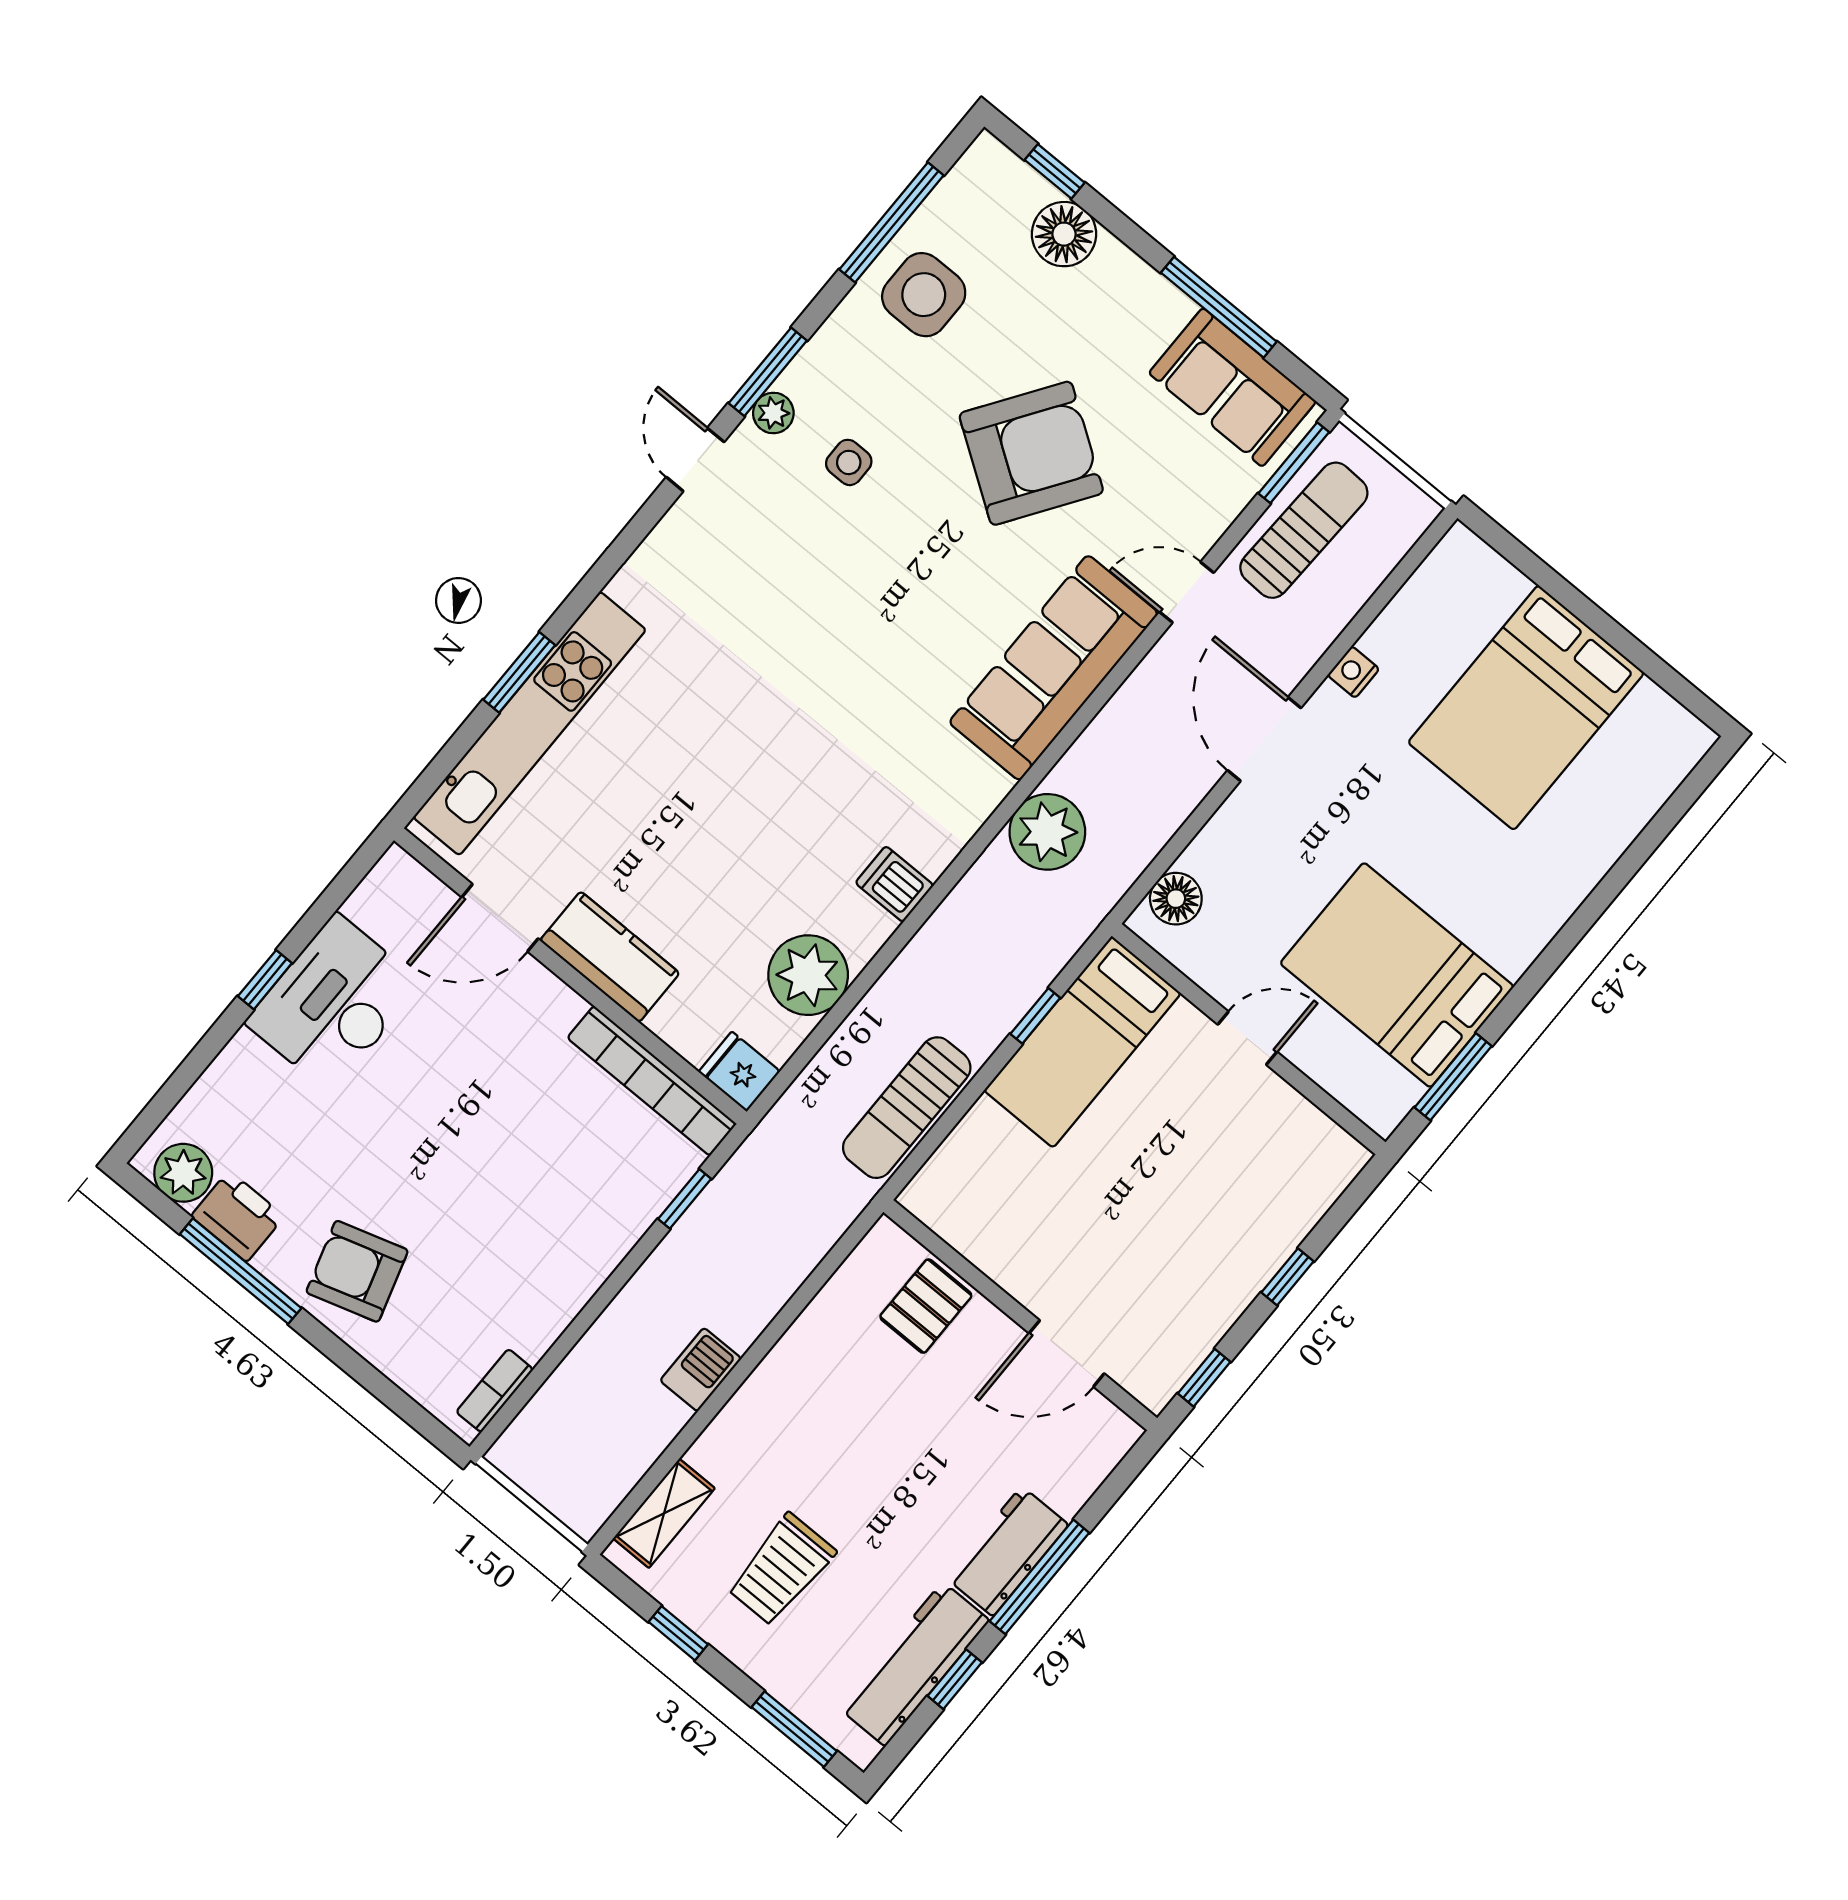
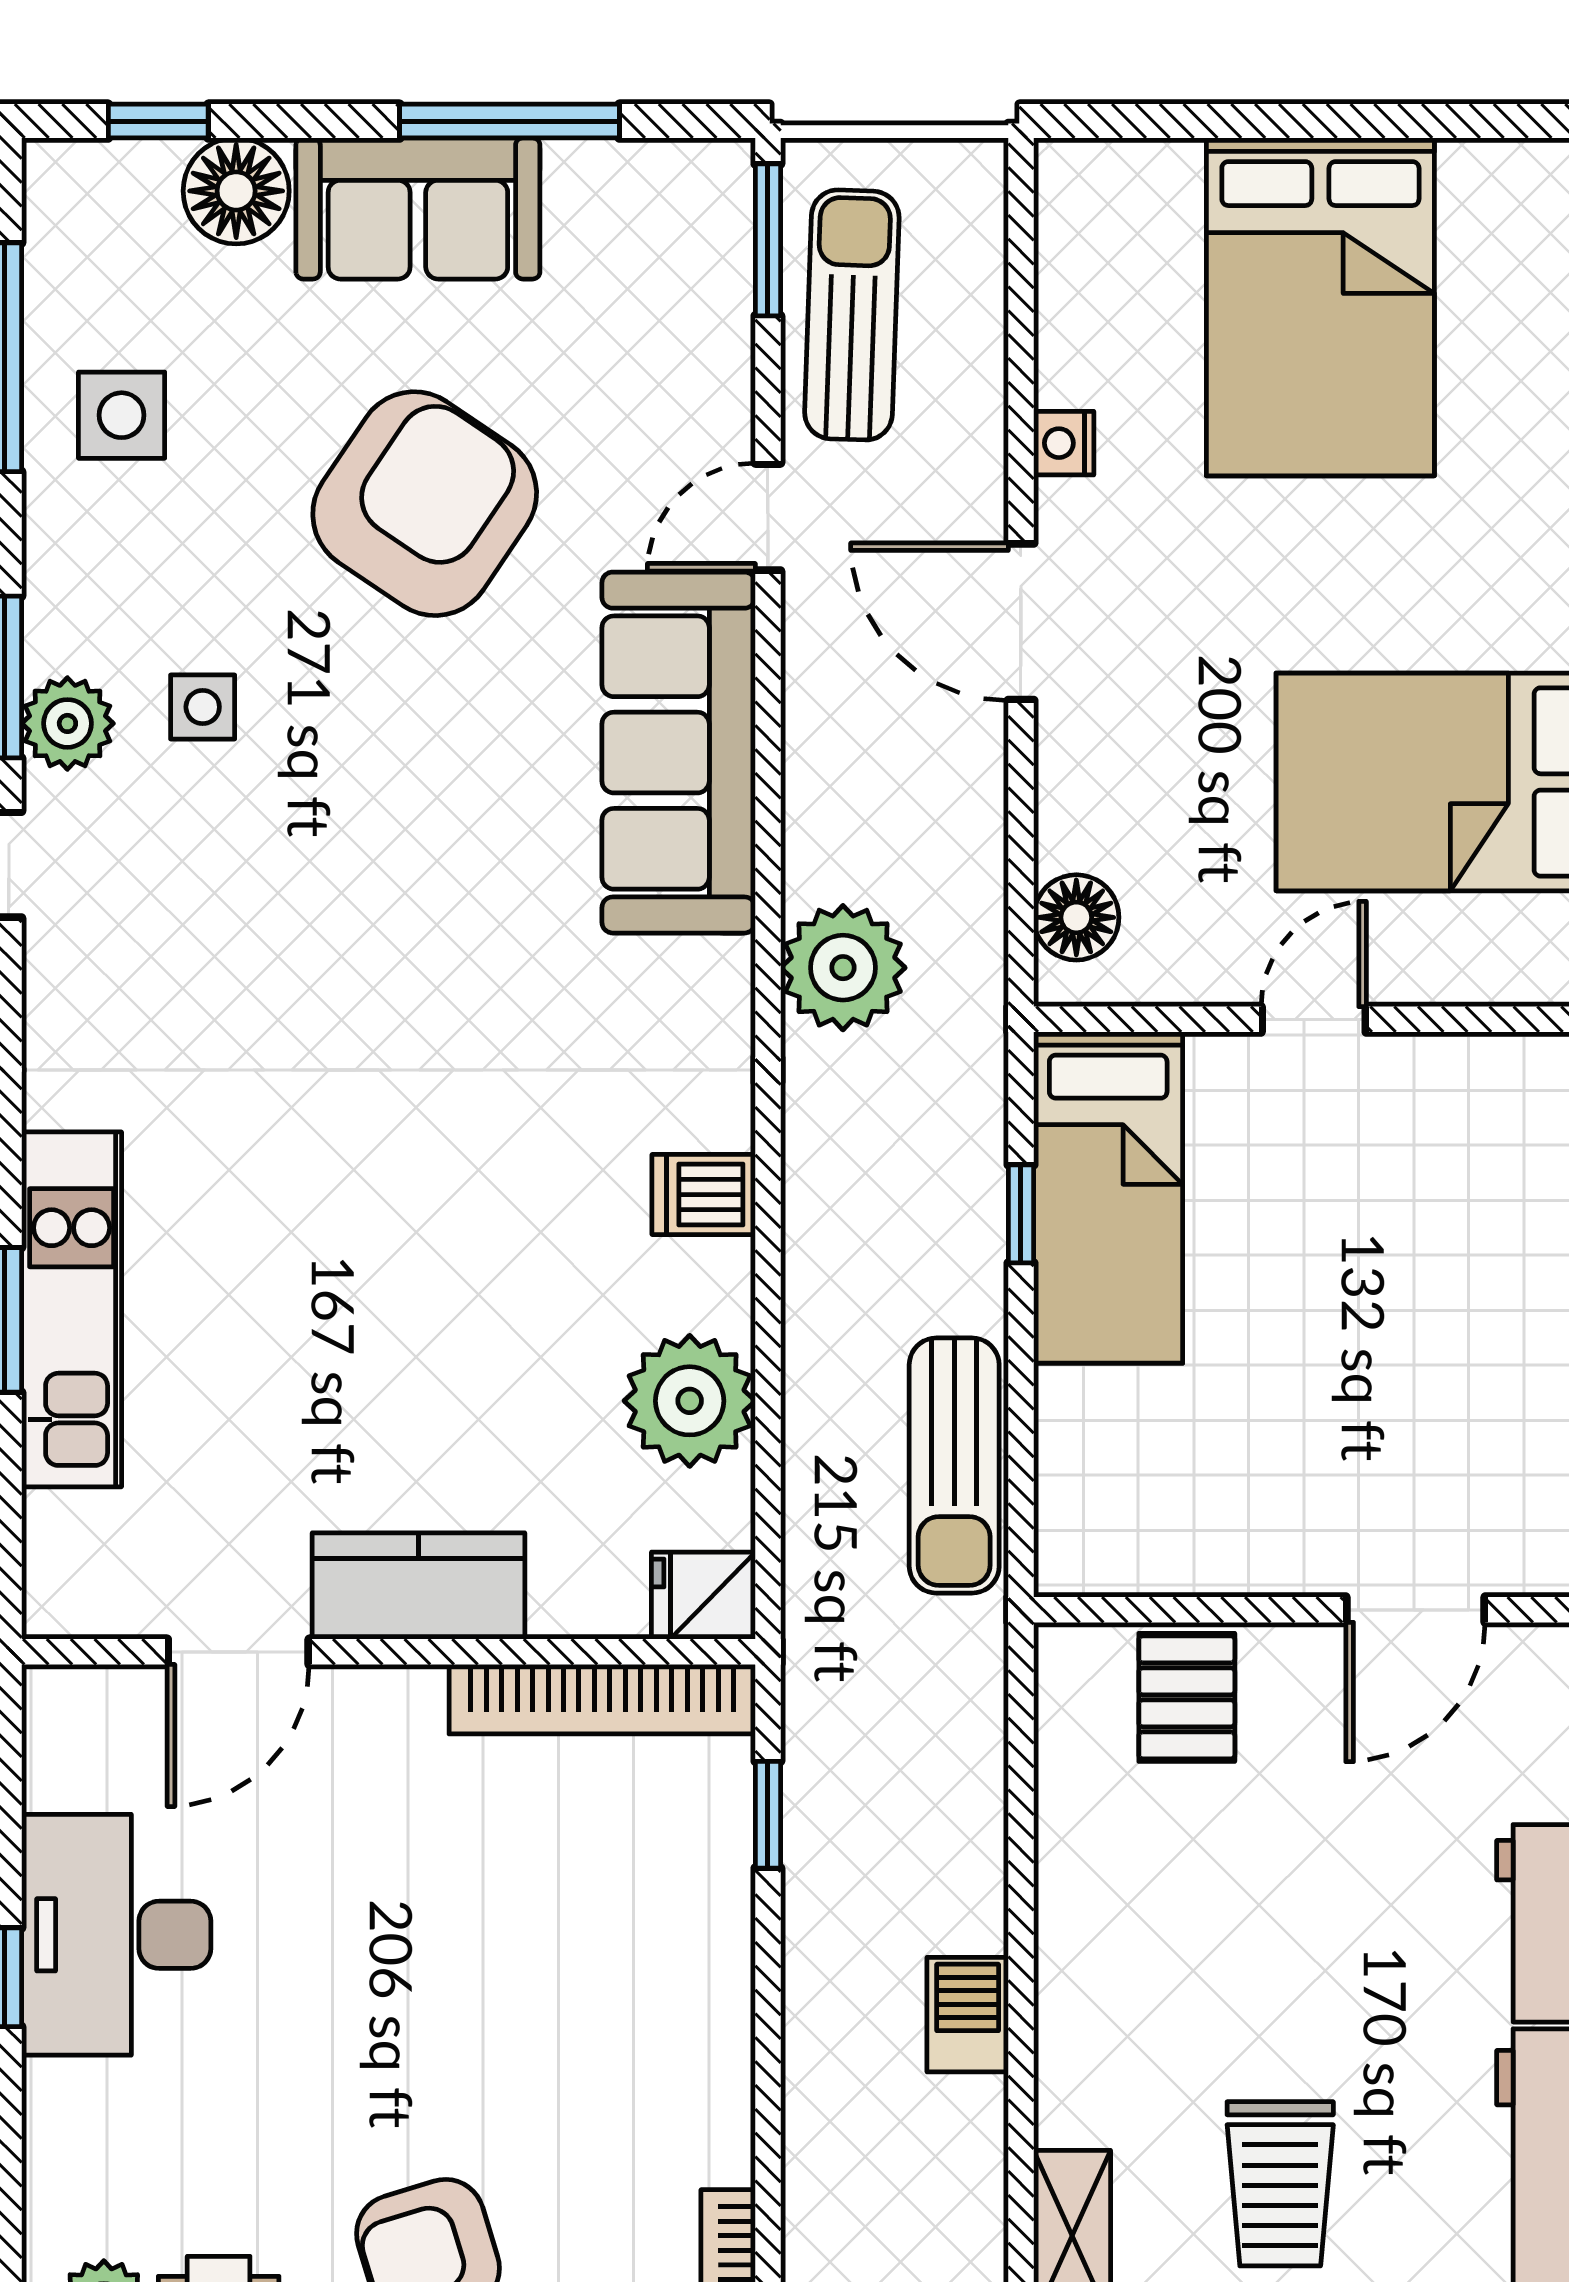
side table: (924, 295) -> (122, 415), width x0.73, depth x0.73
sofa: (1232, 387) -> (418, 208), moved
plant: (773, 413) -> (67, 723), width x1.38, depth x1.38
kitchen unit: (530, 723) -> (72, 1309), width x0.73

